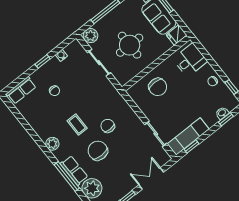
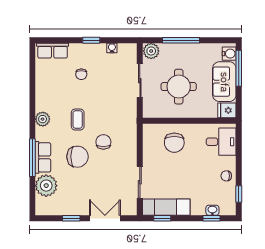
chair: (98, 151) -> (77, 157), turned 90

